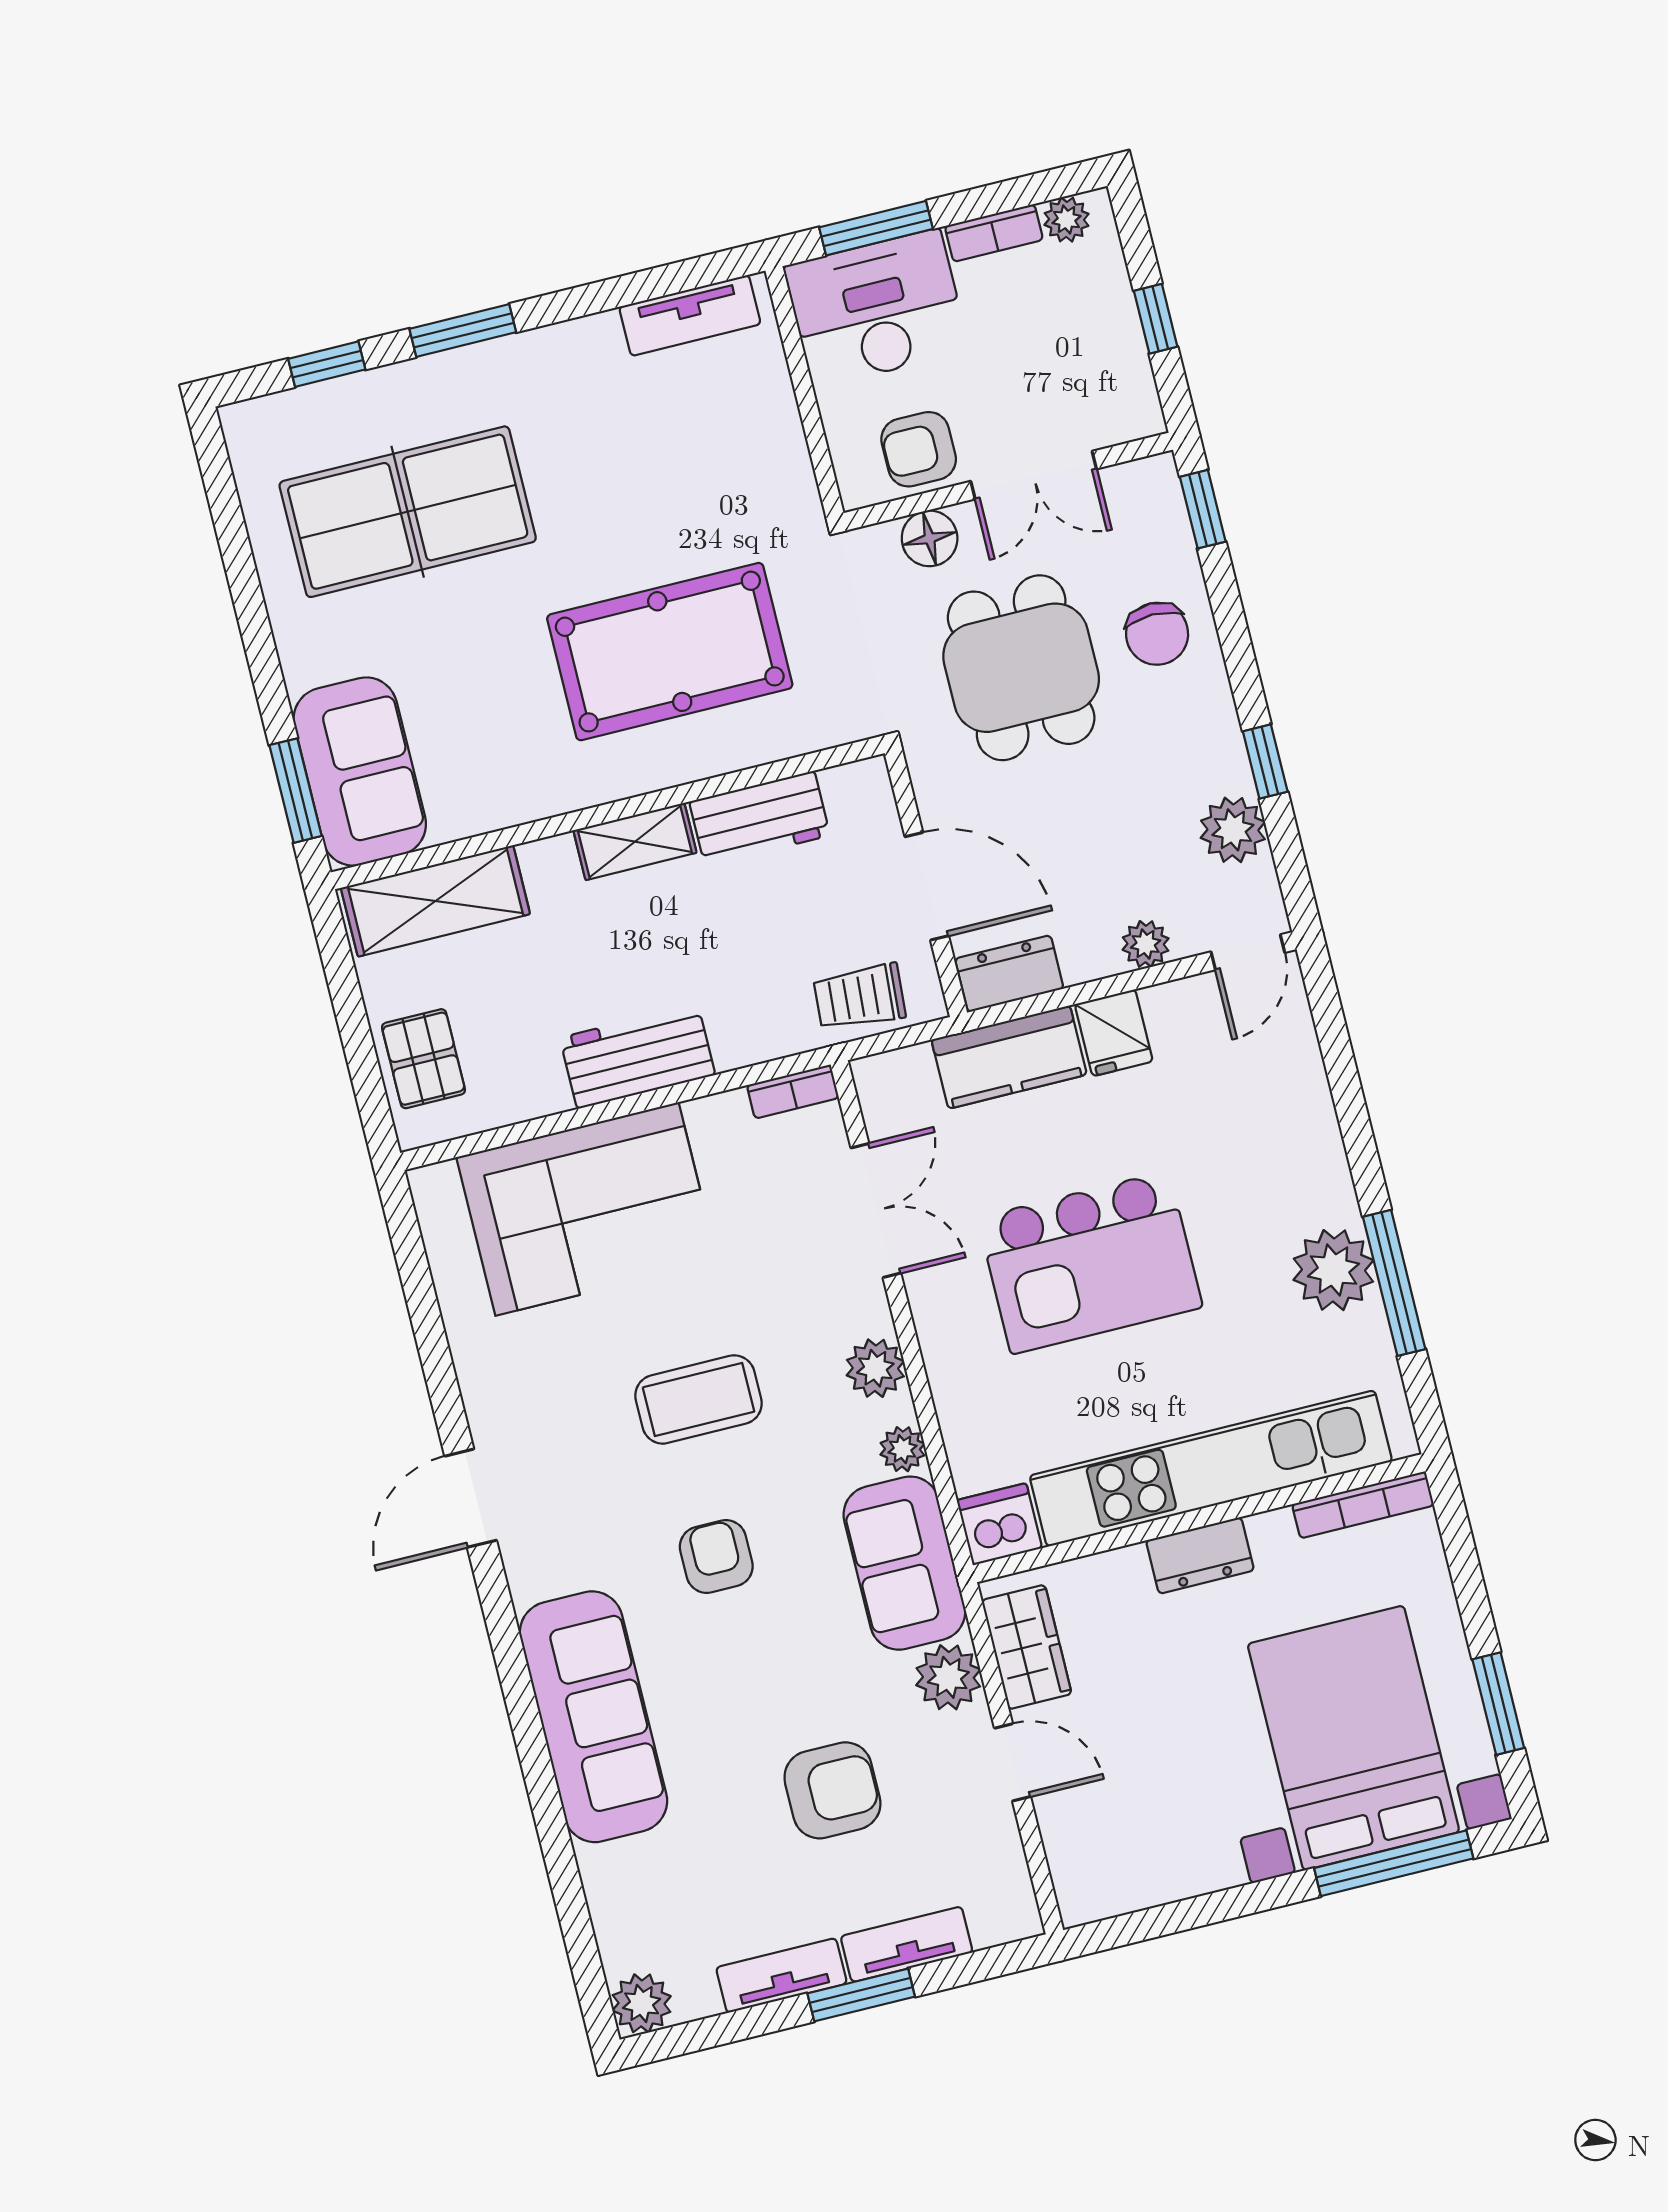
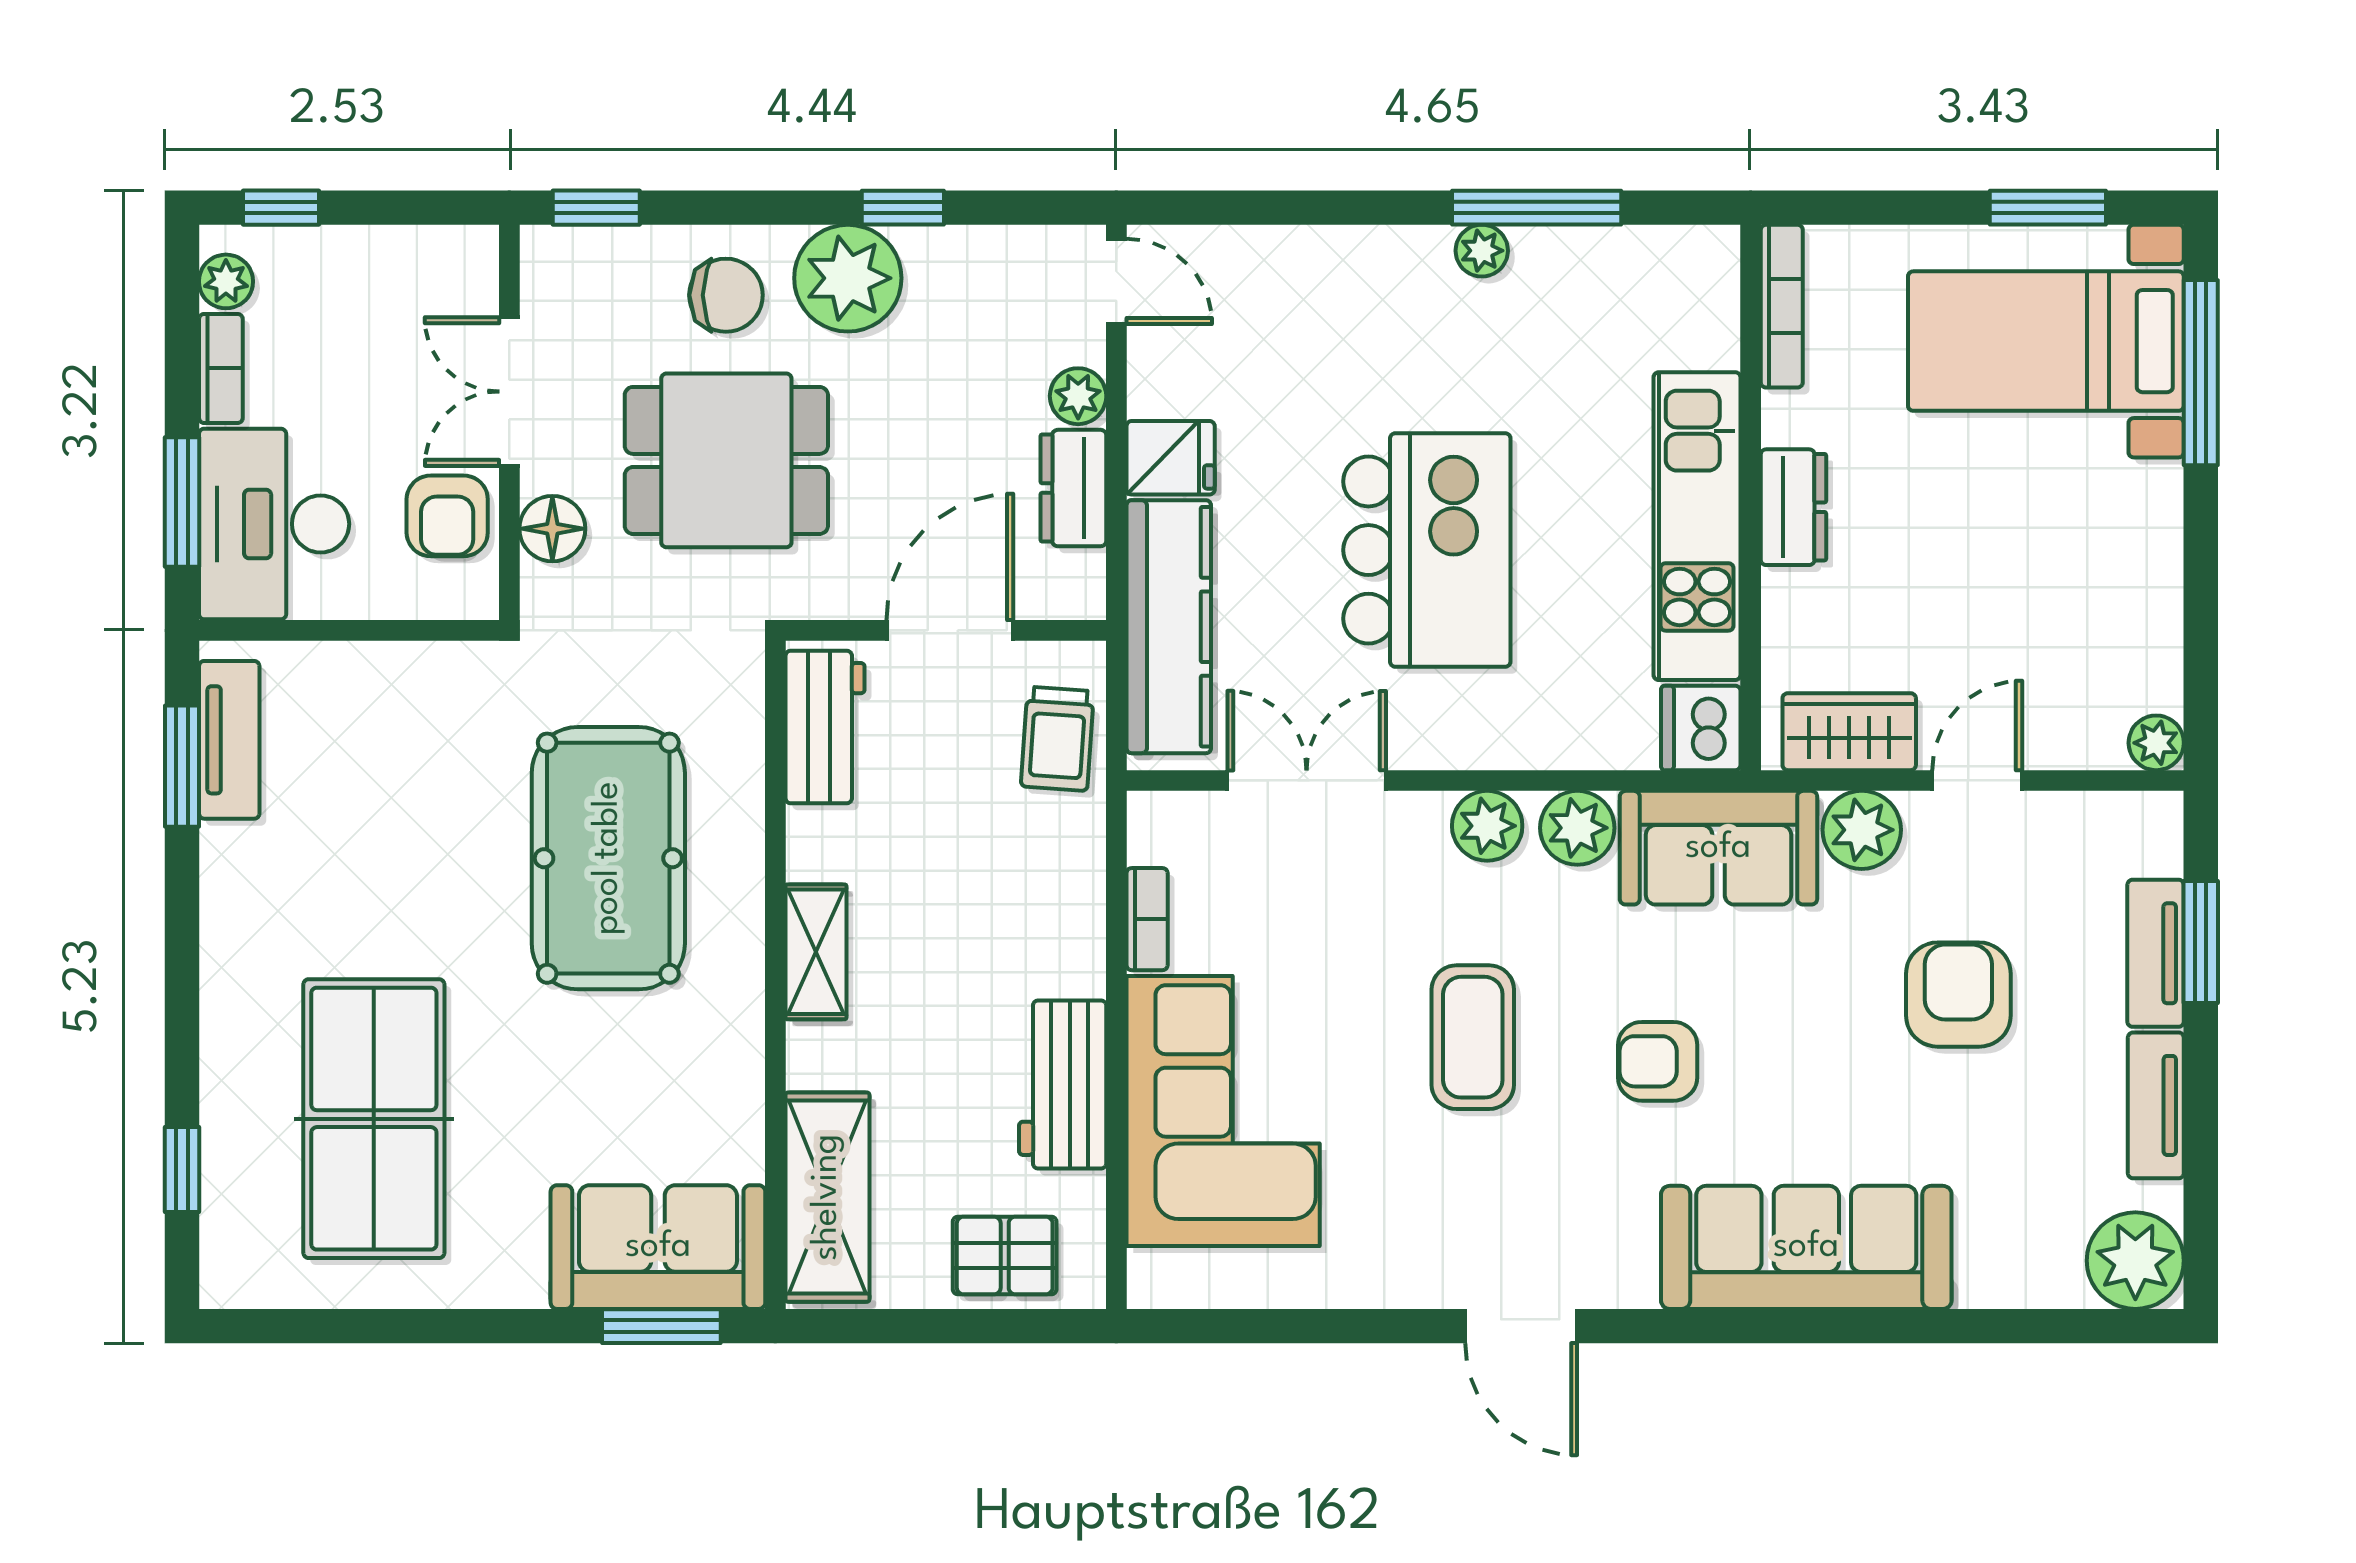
window: (1156, 319) -> (281, 208), moved
window: (463, 330) -> (182, 766), moved
double door: (1034, 475) -> (509, 392), swing flipped
workbench: (760, 819) -> (825, 727), moved
plant: (1233, 830) -> (848, 278), moved, width x1.36, depth x1.36
dresser: (1009, 974) -> (1073, 488), moved
workbench: (638, 1056) -> (1063, 1084), moved
kitchen counter: (1009, 1057) -> (1169, 627), width x1.50
bookcase: (793, 1092) -> (1147, 919), moved
plant: (1333, 1270) -> (1482, 251), width x0.53, depth x0.53
plant: (902, 1449) -> (1577, 828), width x1.38, depth x1.38
kitchen unit: (1211, 1468) -> (1697, 526), width x0.73
bed with nightstands: (1353, 1738) -> (2046, 341), width x0.73
plant: (1080, 1902) -> (2156, 743), added
window: (861, 1995) -> (2201, 942), moved
plant: (642, 2003) -> (2135, 1261), width x1.36, depth x1.36

